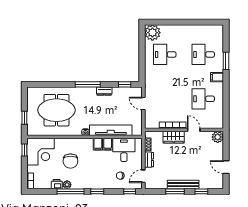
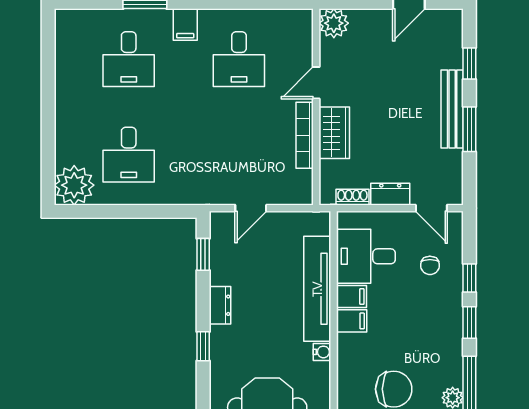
window: (88, 84) -> (203, 346), width x0.46
window: (130, 191) -> (469, 278), moved

